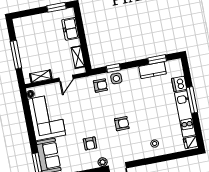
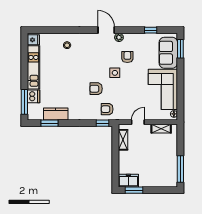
freezer: (70, 29) -> (128, 181), moved, turned -90
window: (16, 55) -> (180, 169), moved
window: (113, 68) -> (103, 123), moved
side table: (116, 78) -> (115, 73), moved
window: (192, 100) -> (24, 102), moved
armchair: (122, 124) -> (96, 89), moved

